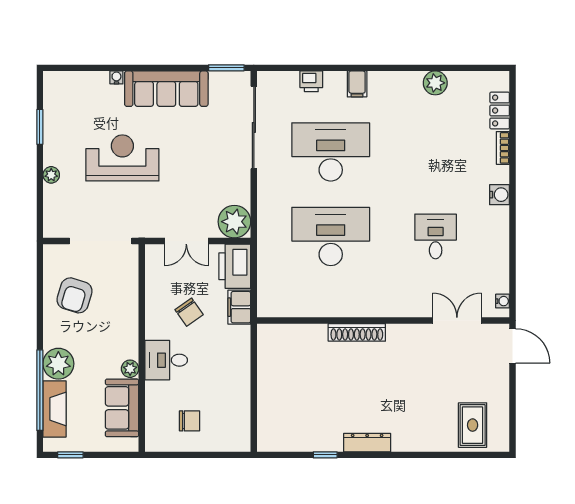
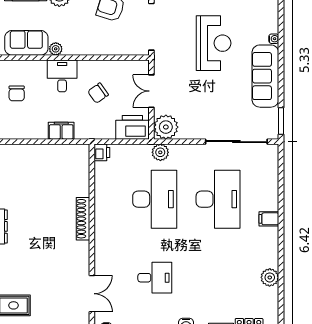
printer: (311, 81) -> (102, 152), moved, turned 180
plant: (268, 229) -> (160, 152), added
filing cabinet: (239, 307) -> (61, 131), moved

